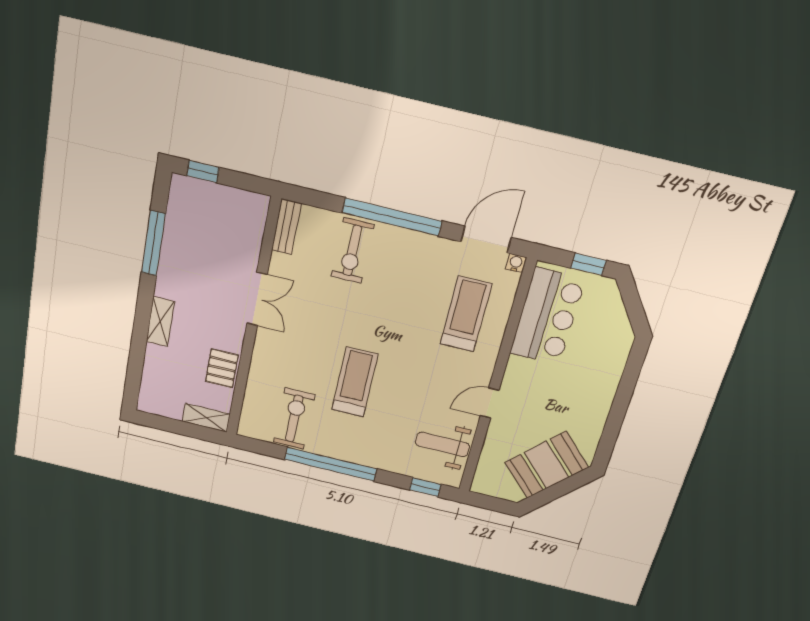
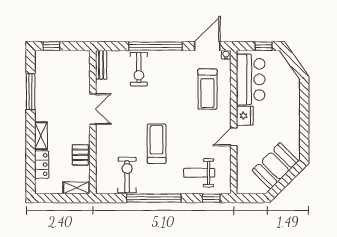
treadmill: (466, 314) -> (207, 89), turned 180
locker: (154, 368) -> (42, 165), added
fridge: (519, 374) -> (245, 116), added
weight bench: (442, 444) -> (199, 173), moved

